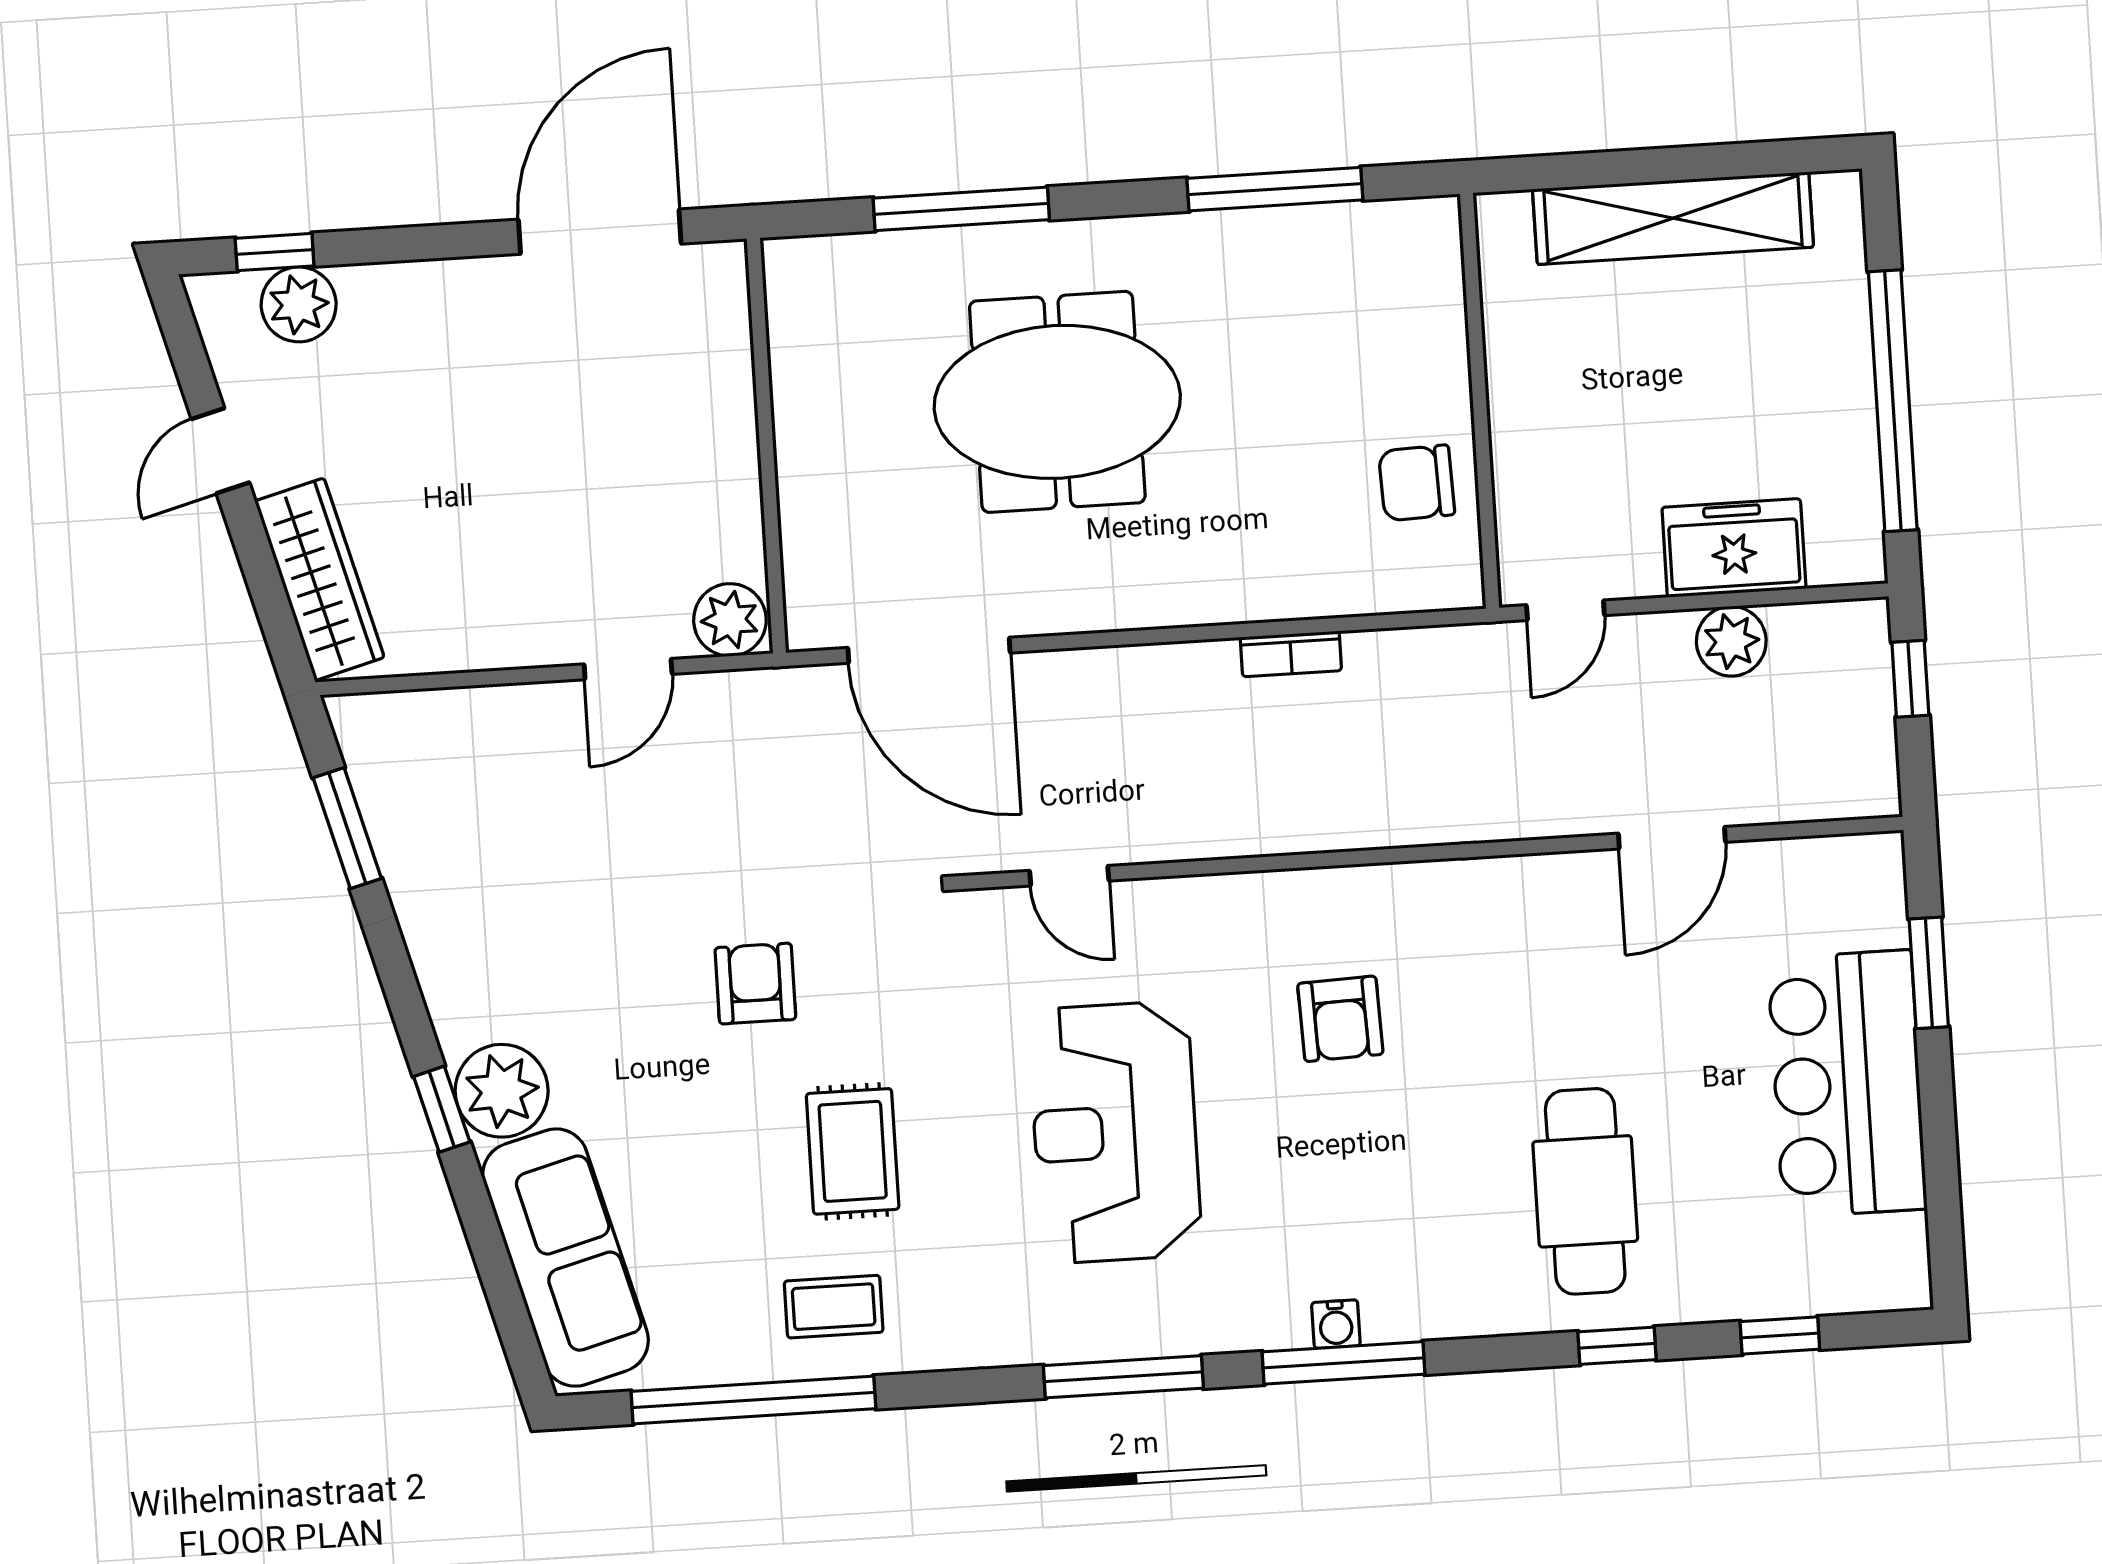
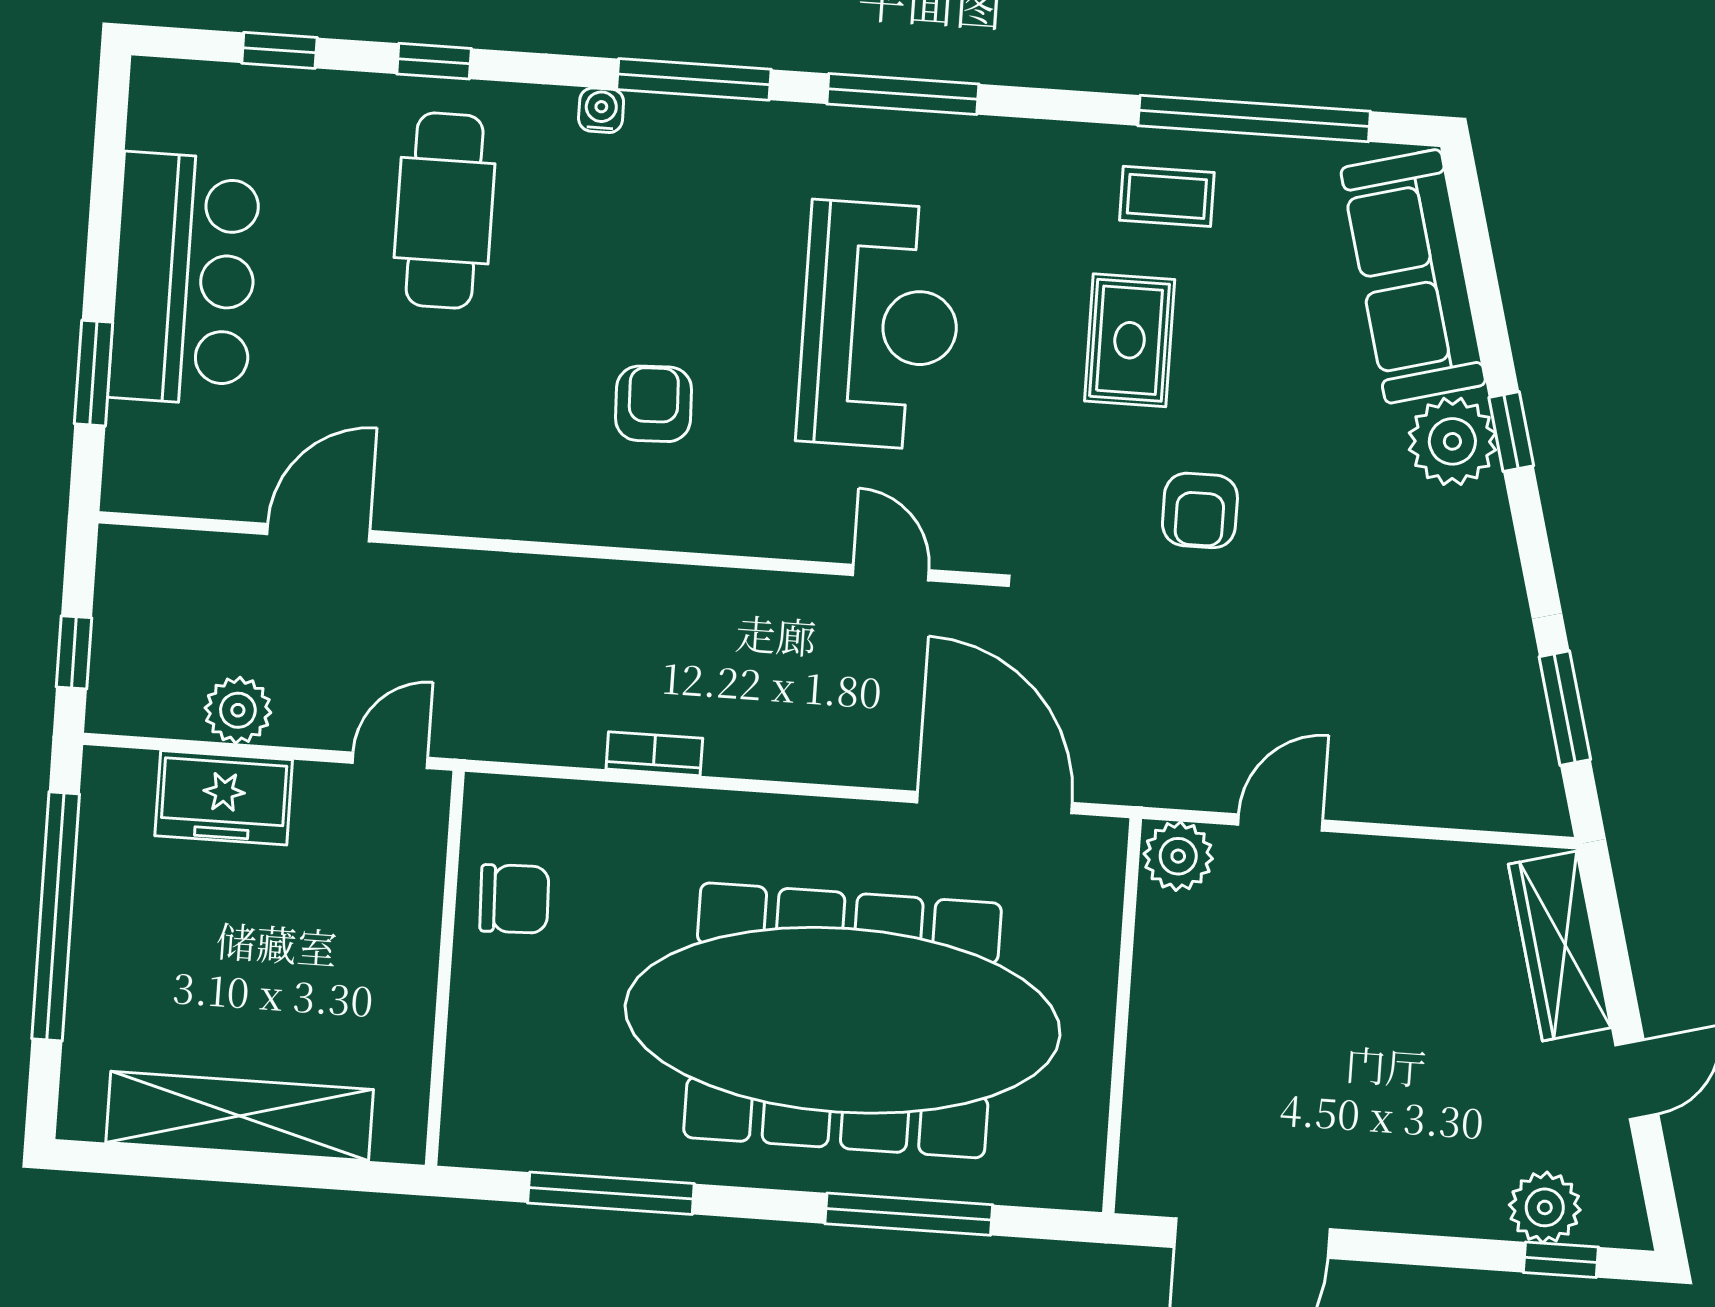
meeting table: (1057, 402) -> (843, 1020), width x1.86, depth x1.27
water cooler: (1336, 1324) -> (601, 110), moved

